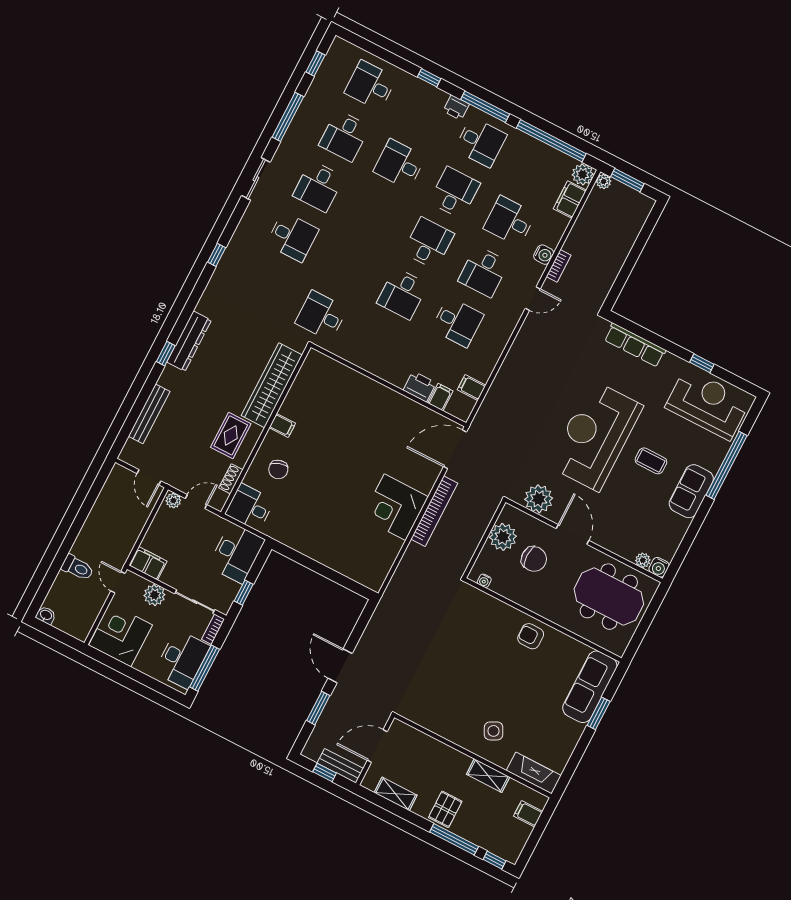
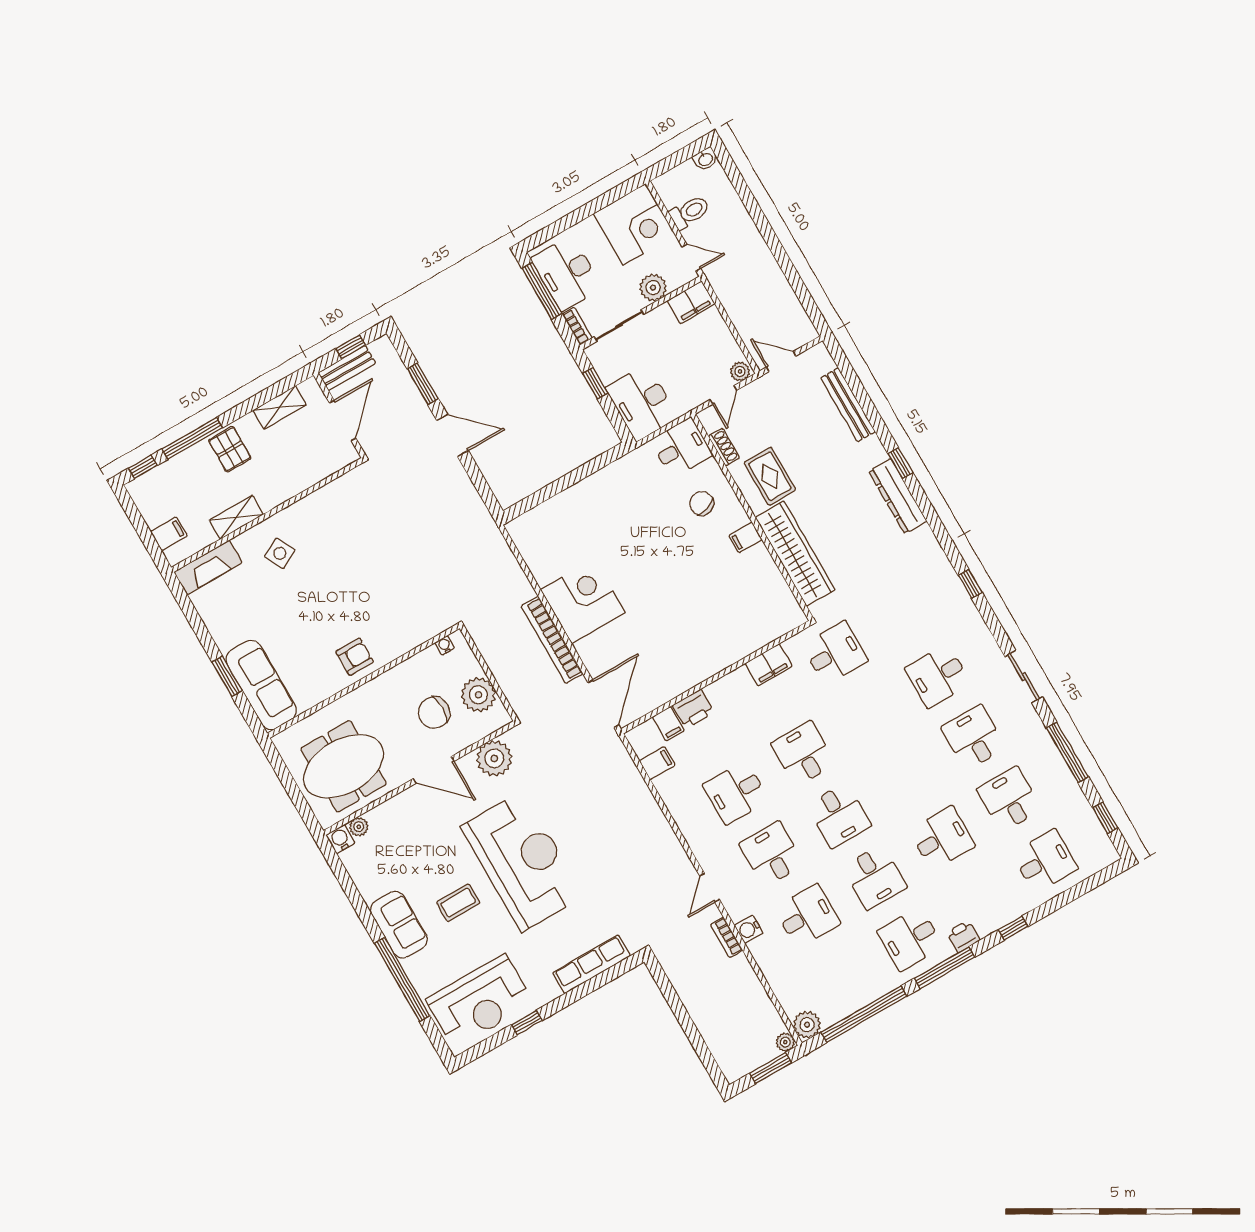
filing cabinet: (570, 200) -> (769, 665), moved, turned 90
toilet: (77, 568) -> (690, 212), moved, turned 180

